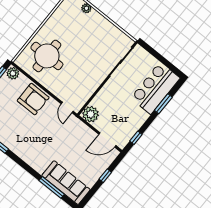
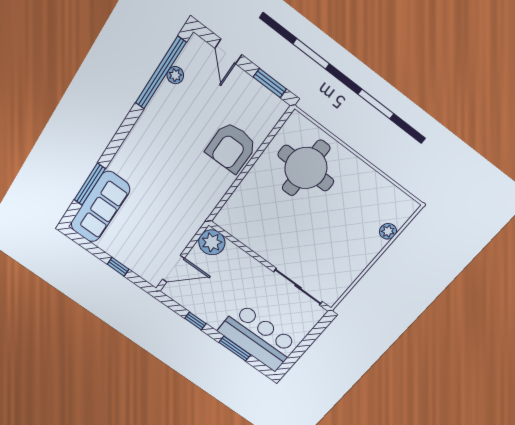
plant: (13, 73) -> (274, 110), removed
door: (67, 107) -> (220, 205), removed
window: (136, 138) -> (195, 321), moved
door: (107, 140) -> (173, 269), swing flipped

